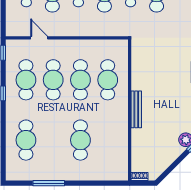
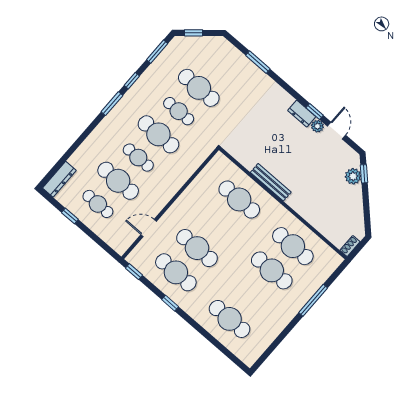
cafe table: (80, 80) -> (293, 246), moved
bench: (136, 109) -> (271, 182), moved
window: (49, 183) -> (313, 300), moved

